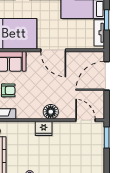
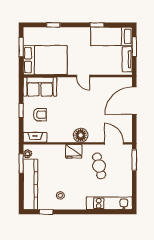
door: (53, 50) -> (83, 76), width x0.53
cafe table: (70, 144) -> (99, 166), added

